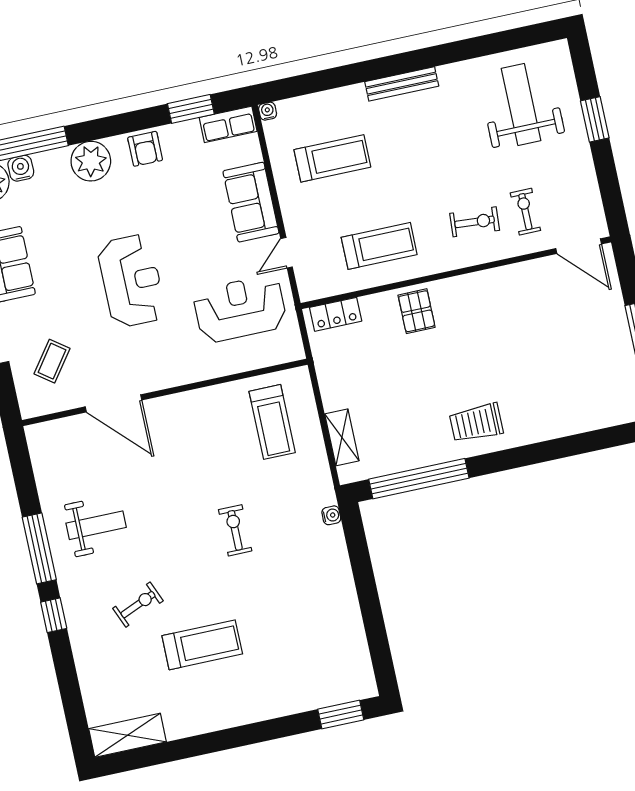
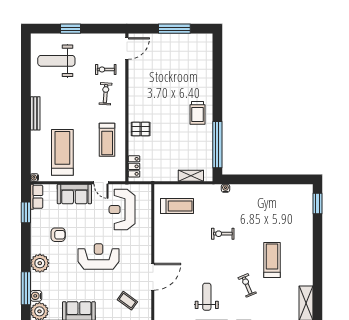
armchair: (145, 149) -> (58, 235), moved
treadmill: (332, 158) -> (62, 152), width x1.37, depth x1.38
treadmill: (379, 246) -> (107, 140), turned 180

